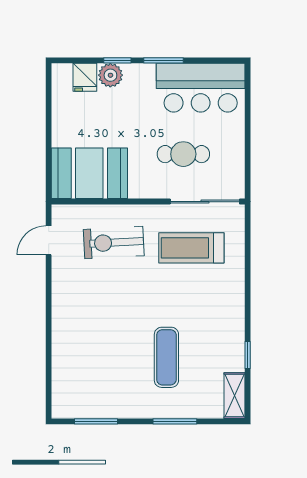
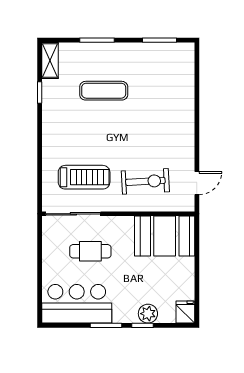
fridge: (85, 77) -> (185, 312), moved
exercise mat: (166, 357) -> (104, 91), turned 90

